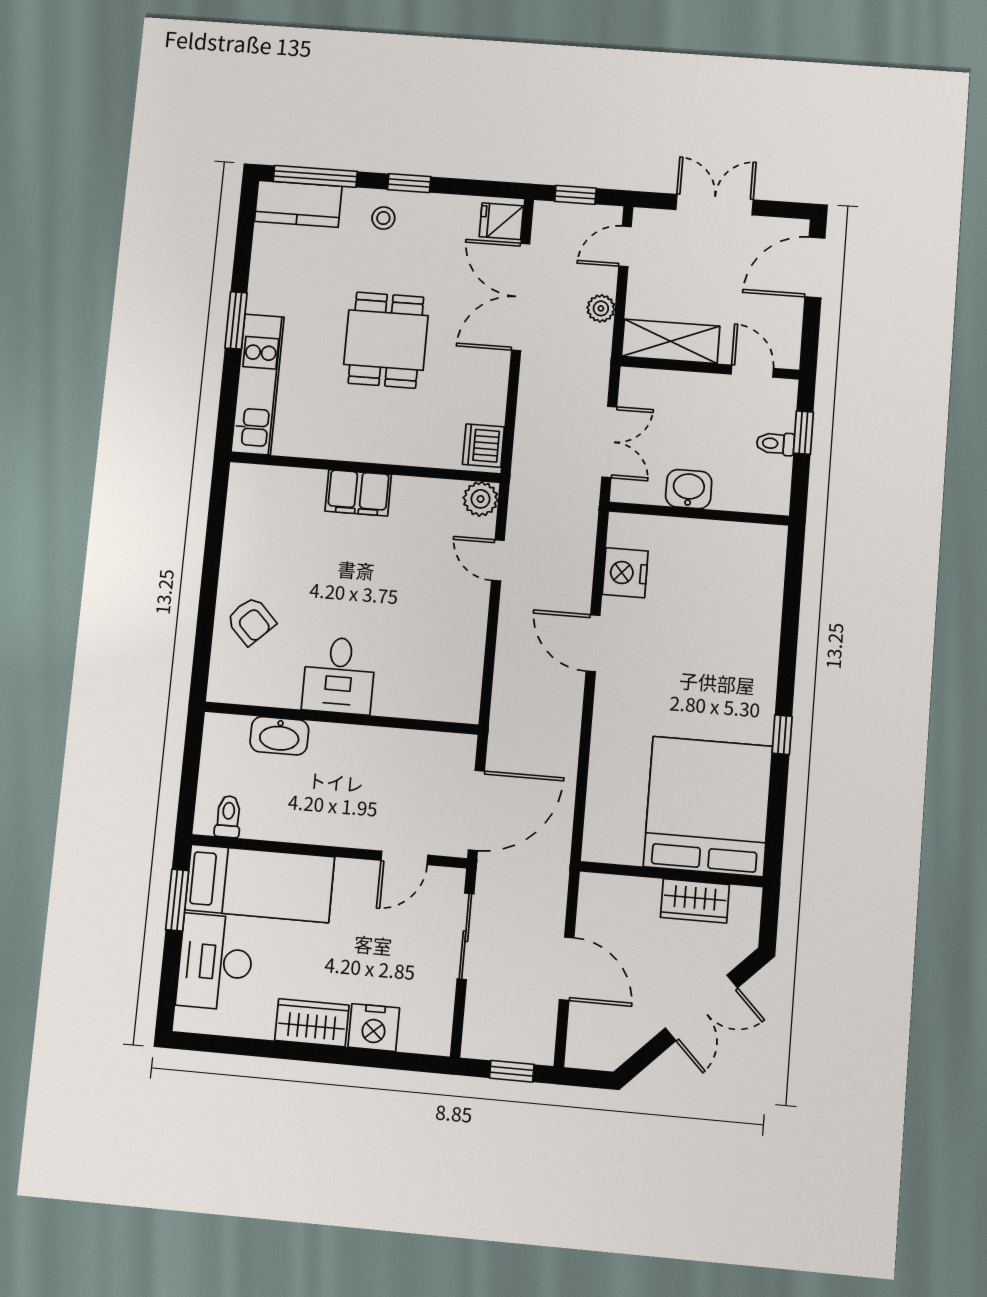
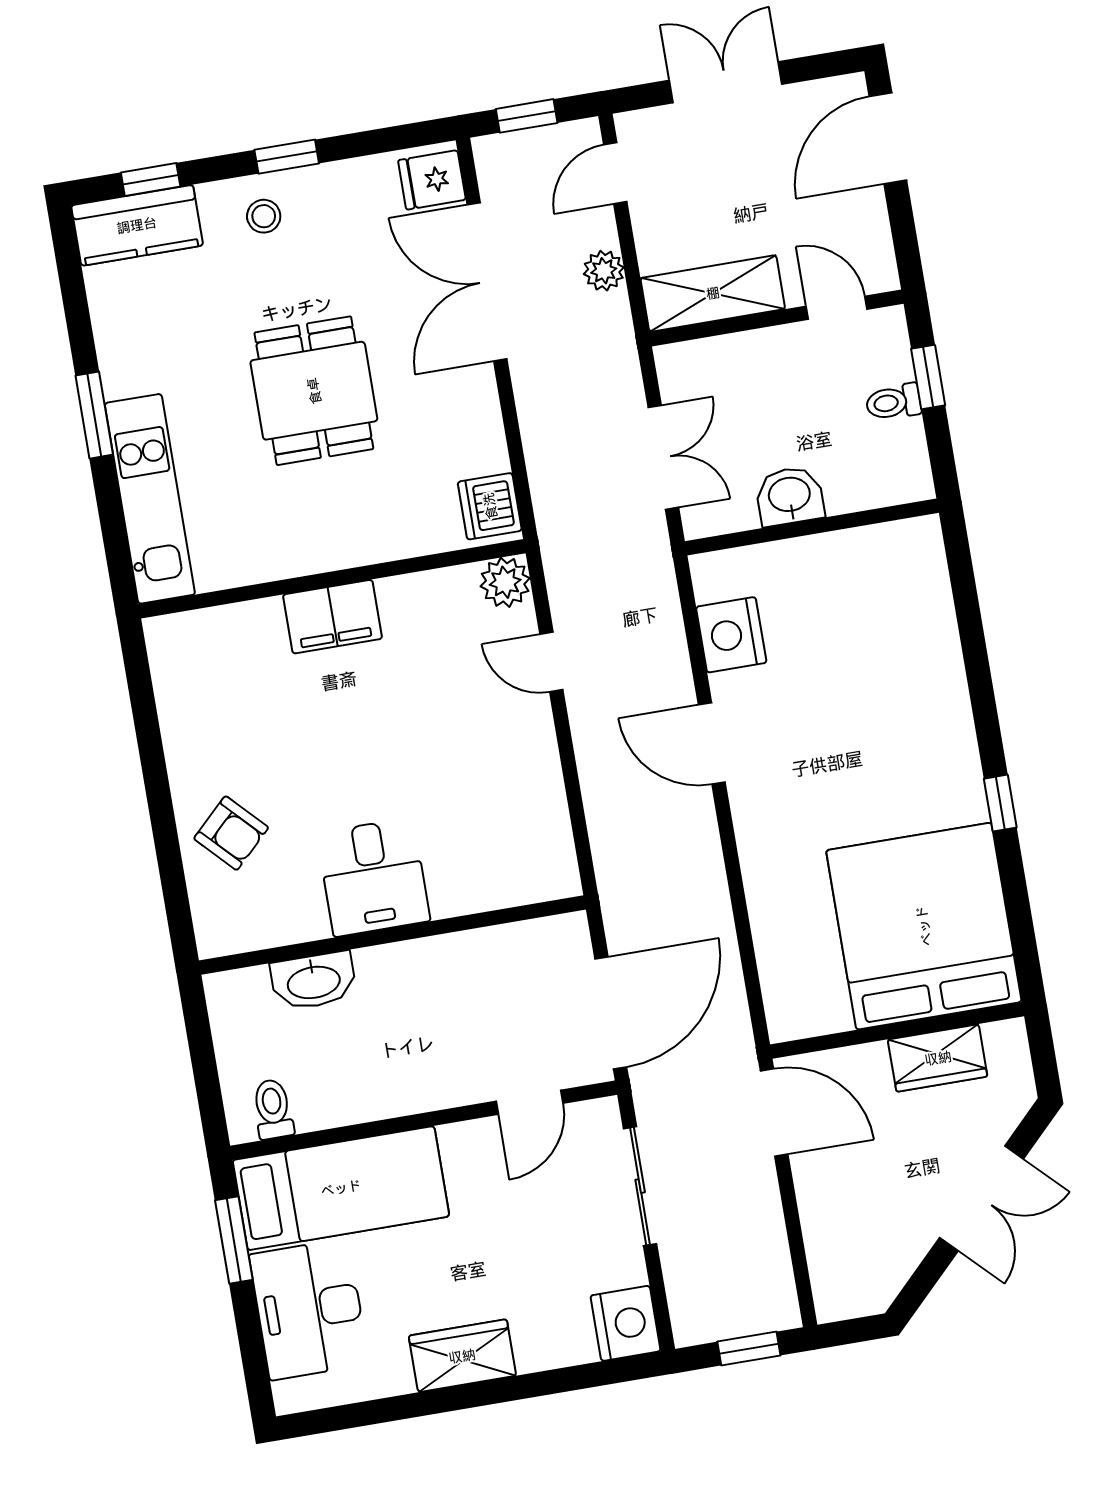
window: (315, 176) -> (151, 180), width x0.46
door: (567, 969) -> (774, 1112), moved
nightstand: (374, 1028) -> (625, 1323), moved, turned -90

